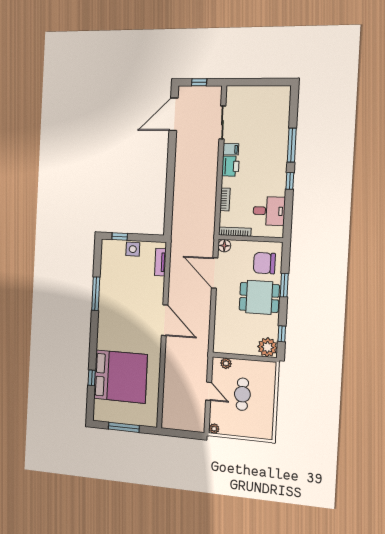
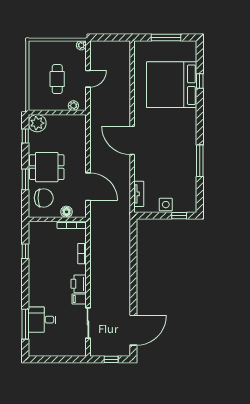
window: (292, 145) -> (25, 324), moved
window: (290, 181) -> (25, 251), moved
desk: (269, 211) -> (42, 320), moved
floor lamp: (224, 246) -> (67, 212), moved
door: (209, 391) -> (88, 79), swing flipped

